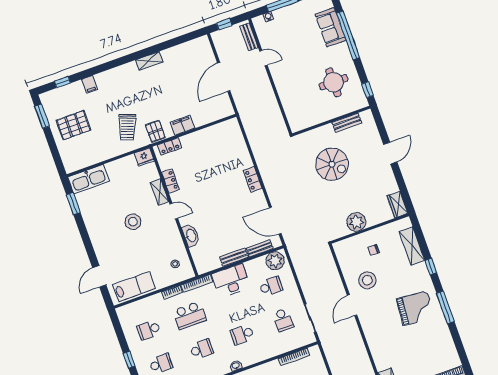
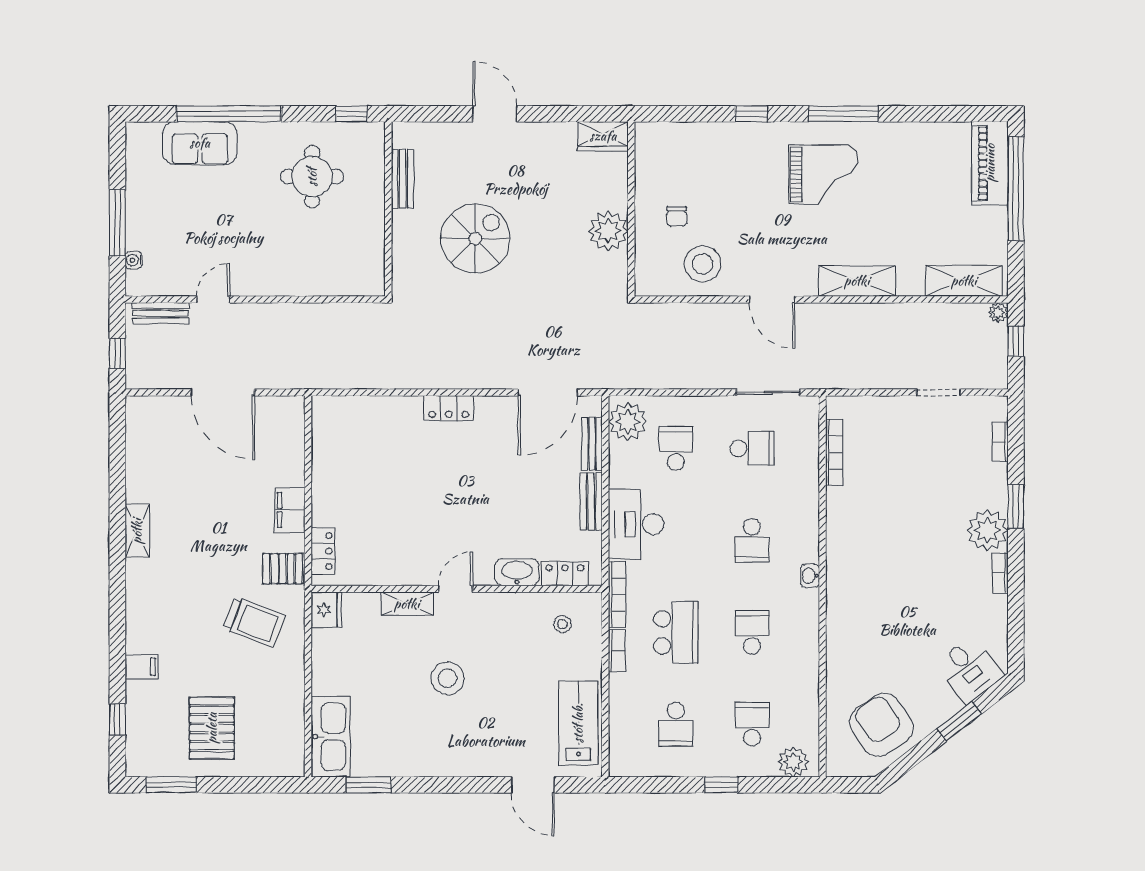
locker: (170, 181) -> (565, 574), moved
shelving: (412, 246) -> (857, 281), moved
stool: (367, 280) -> (703, 264), moved
grand piano: (415, 308) -> (824, 175), turned 85

